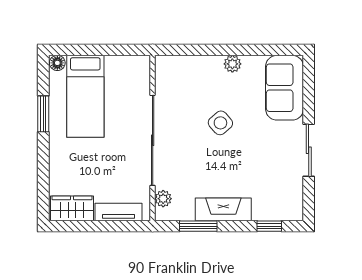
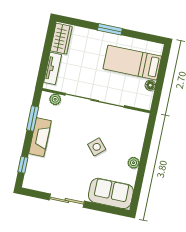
floor lamp: (57, 63) -> (150, 85), moved
window: (43, 114) -> (110, 29), moved

